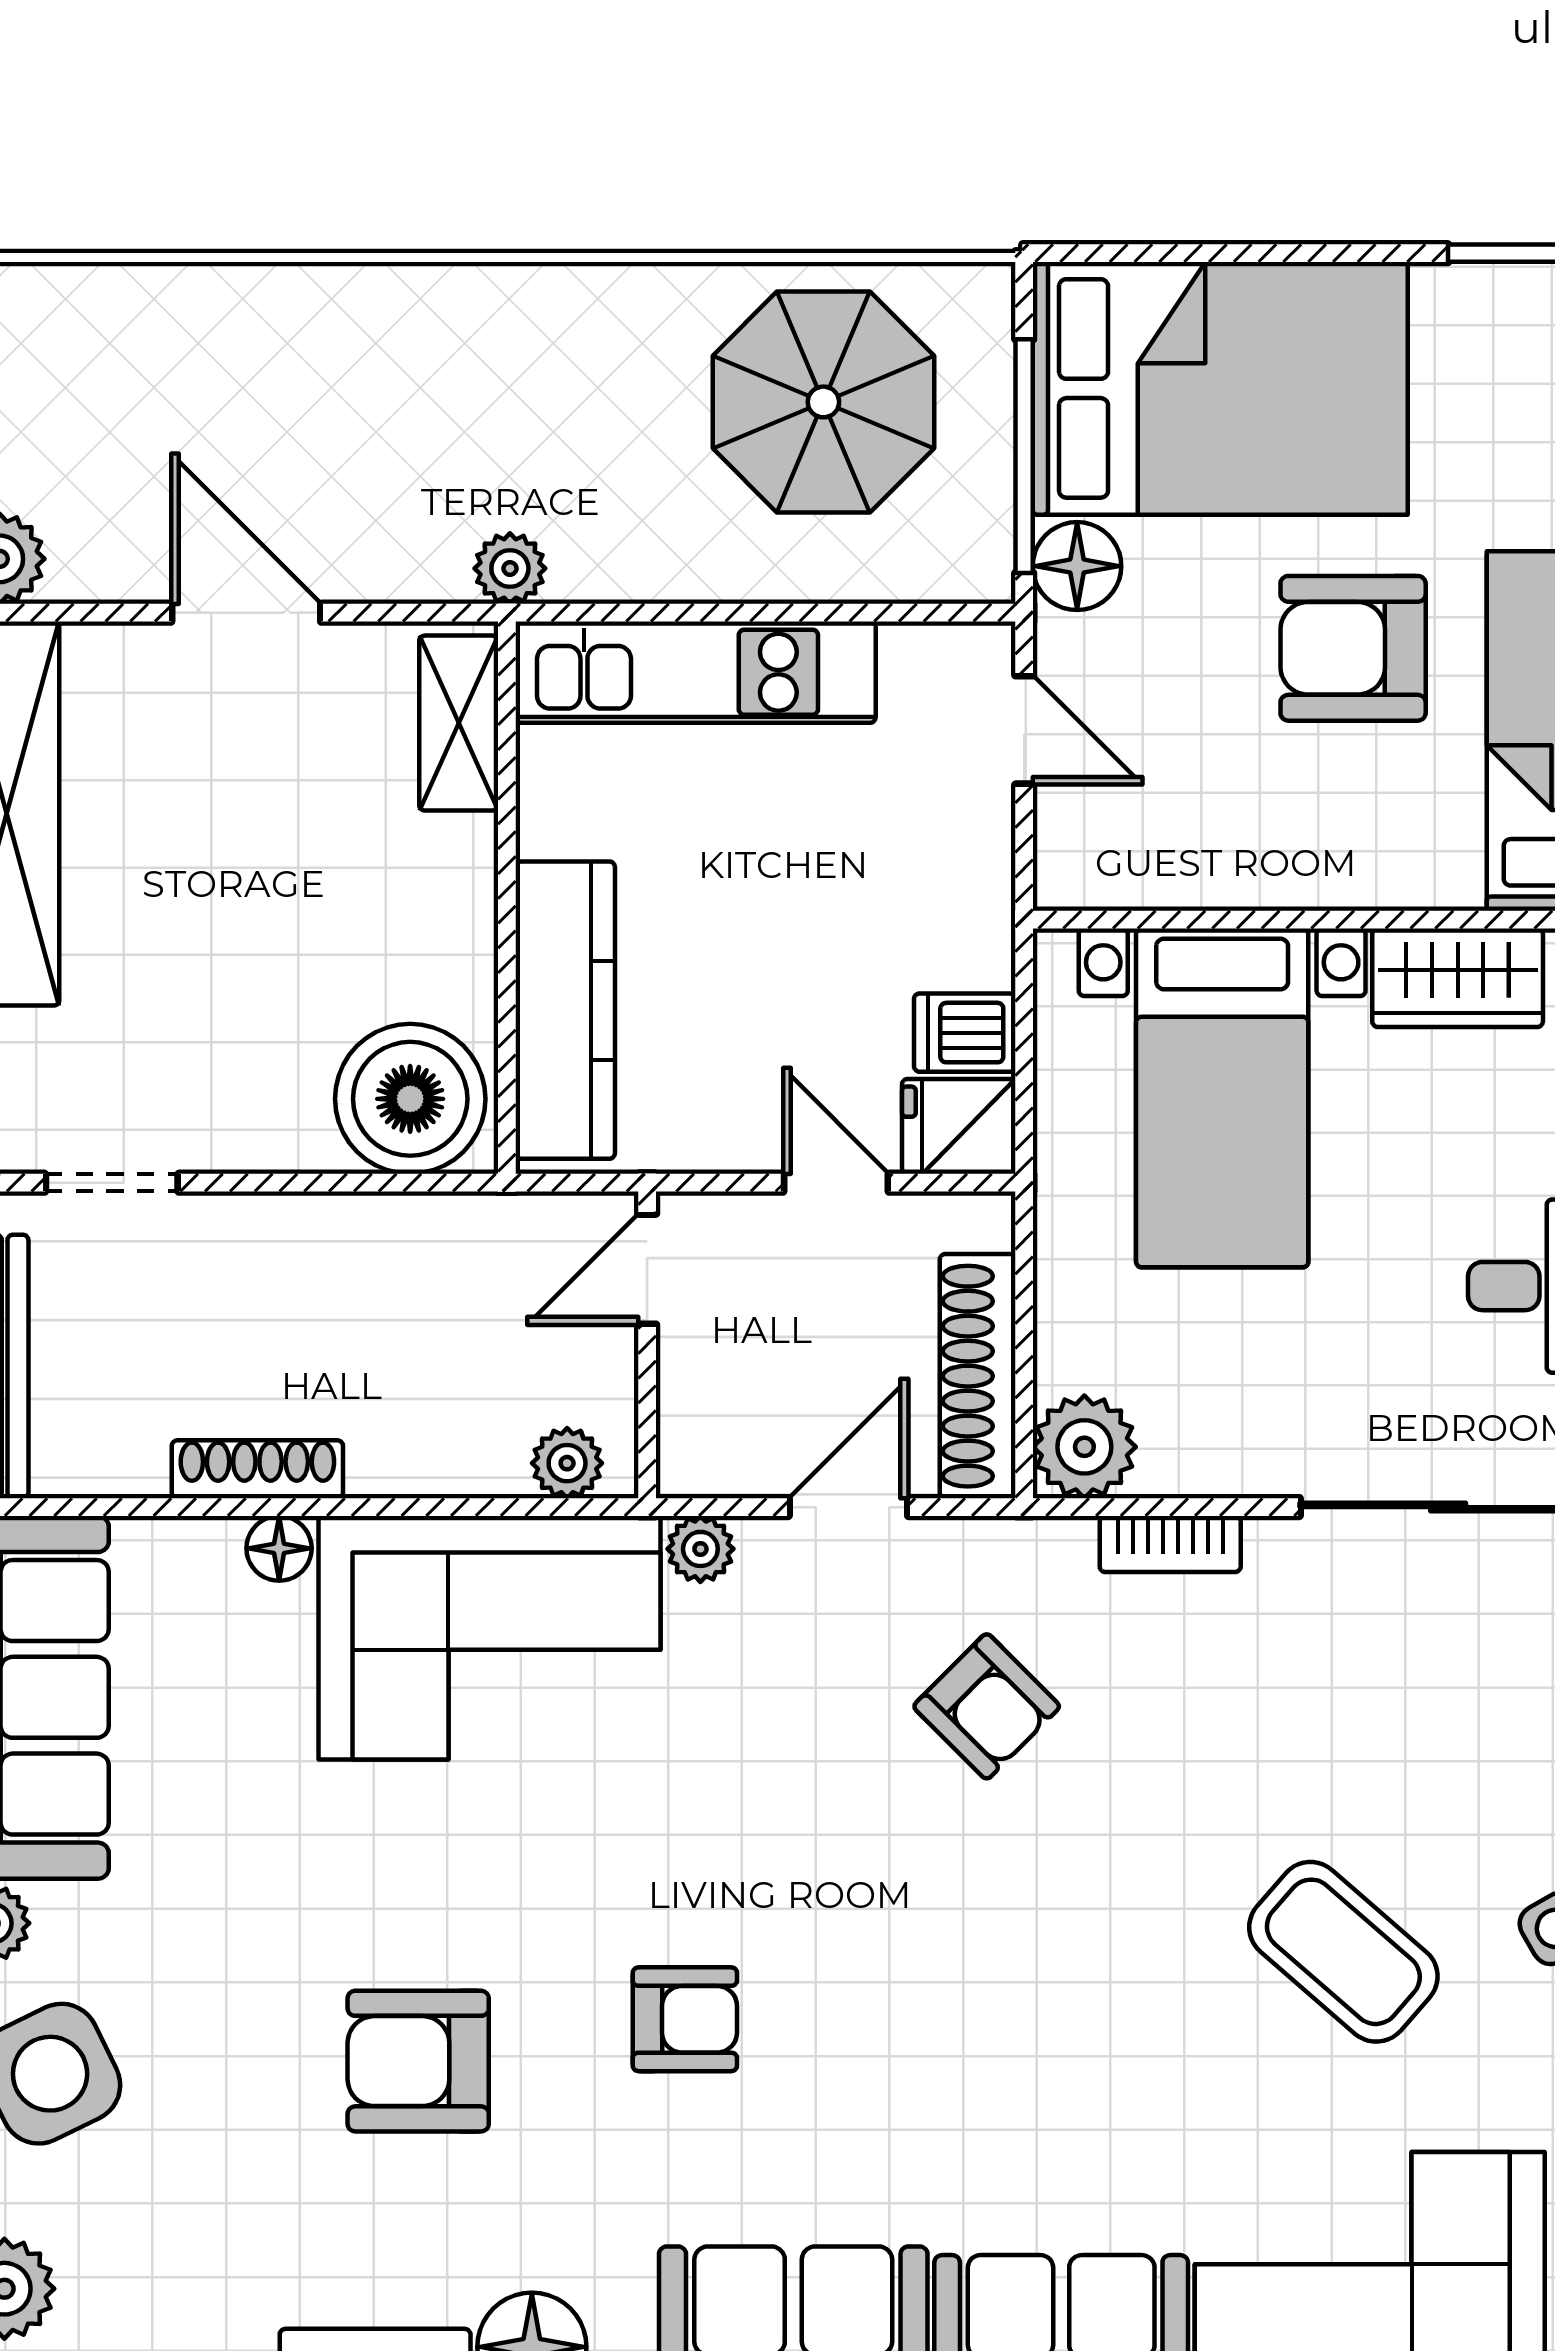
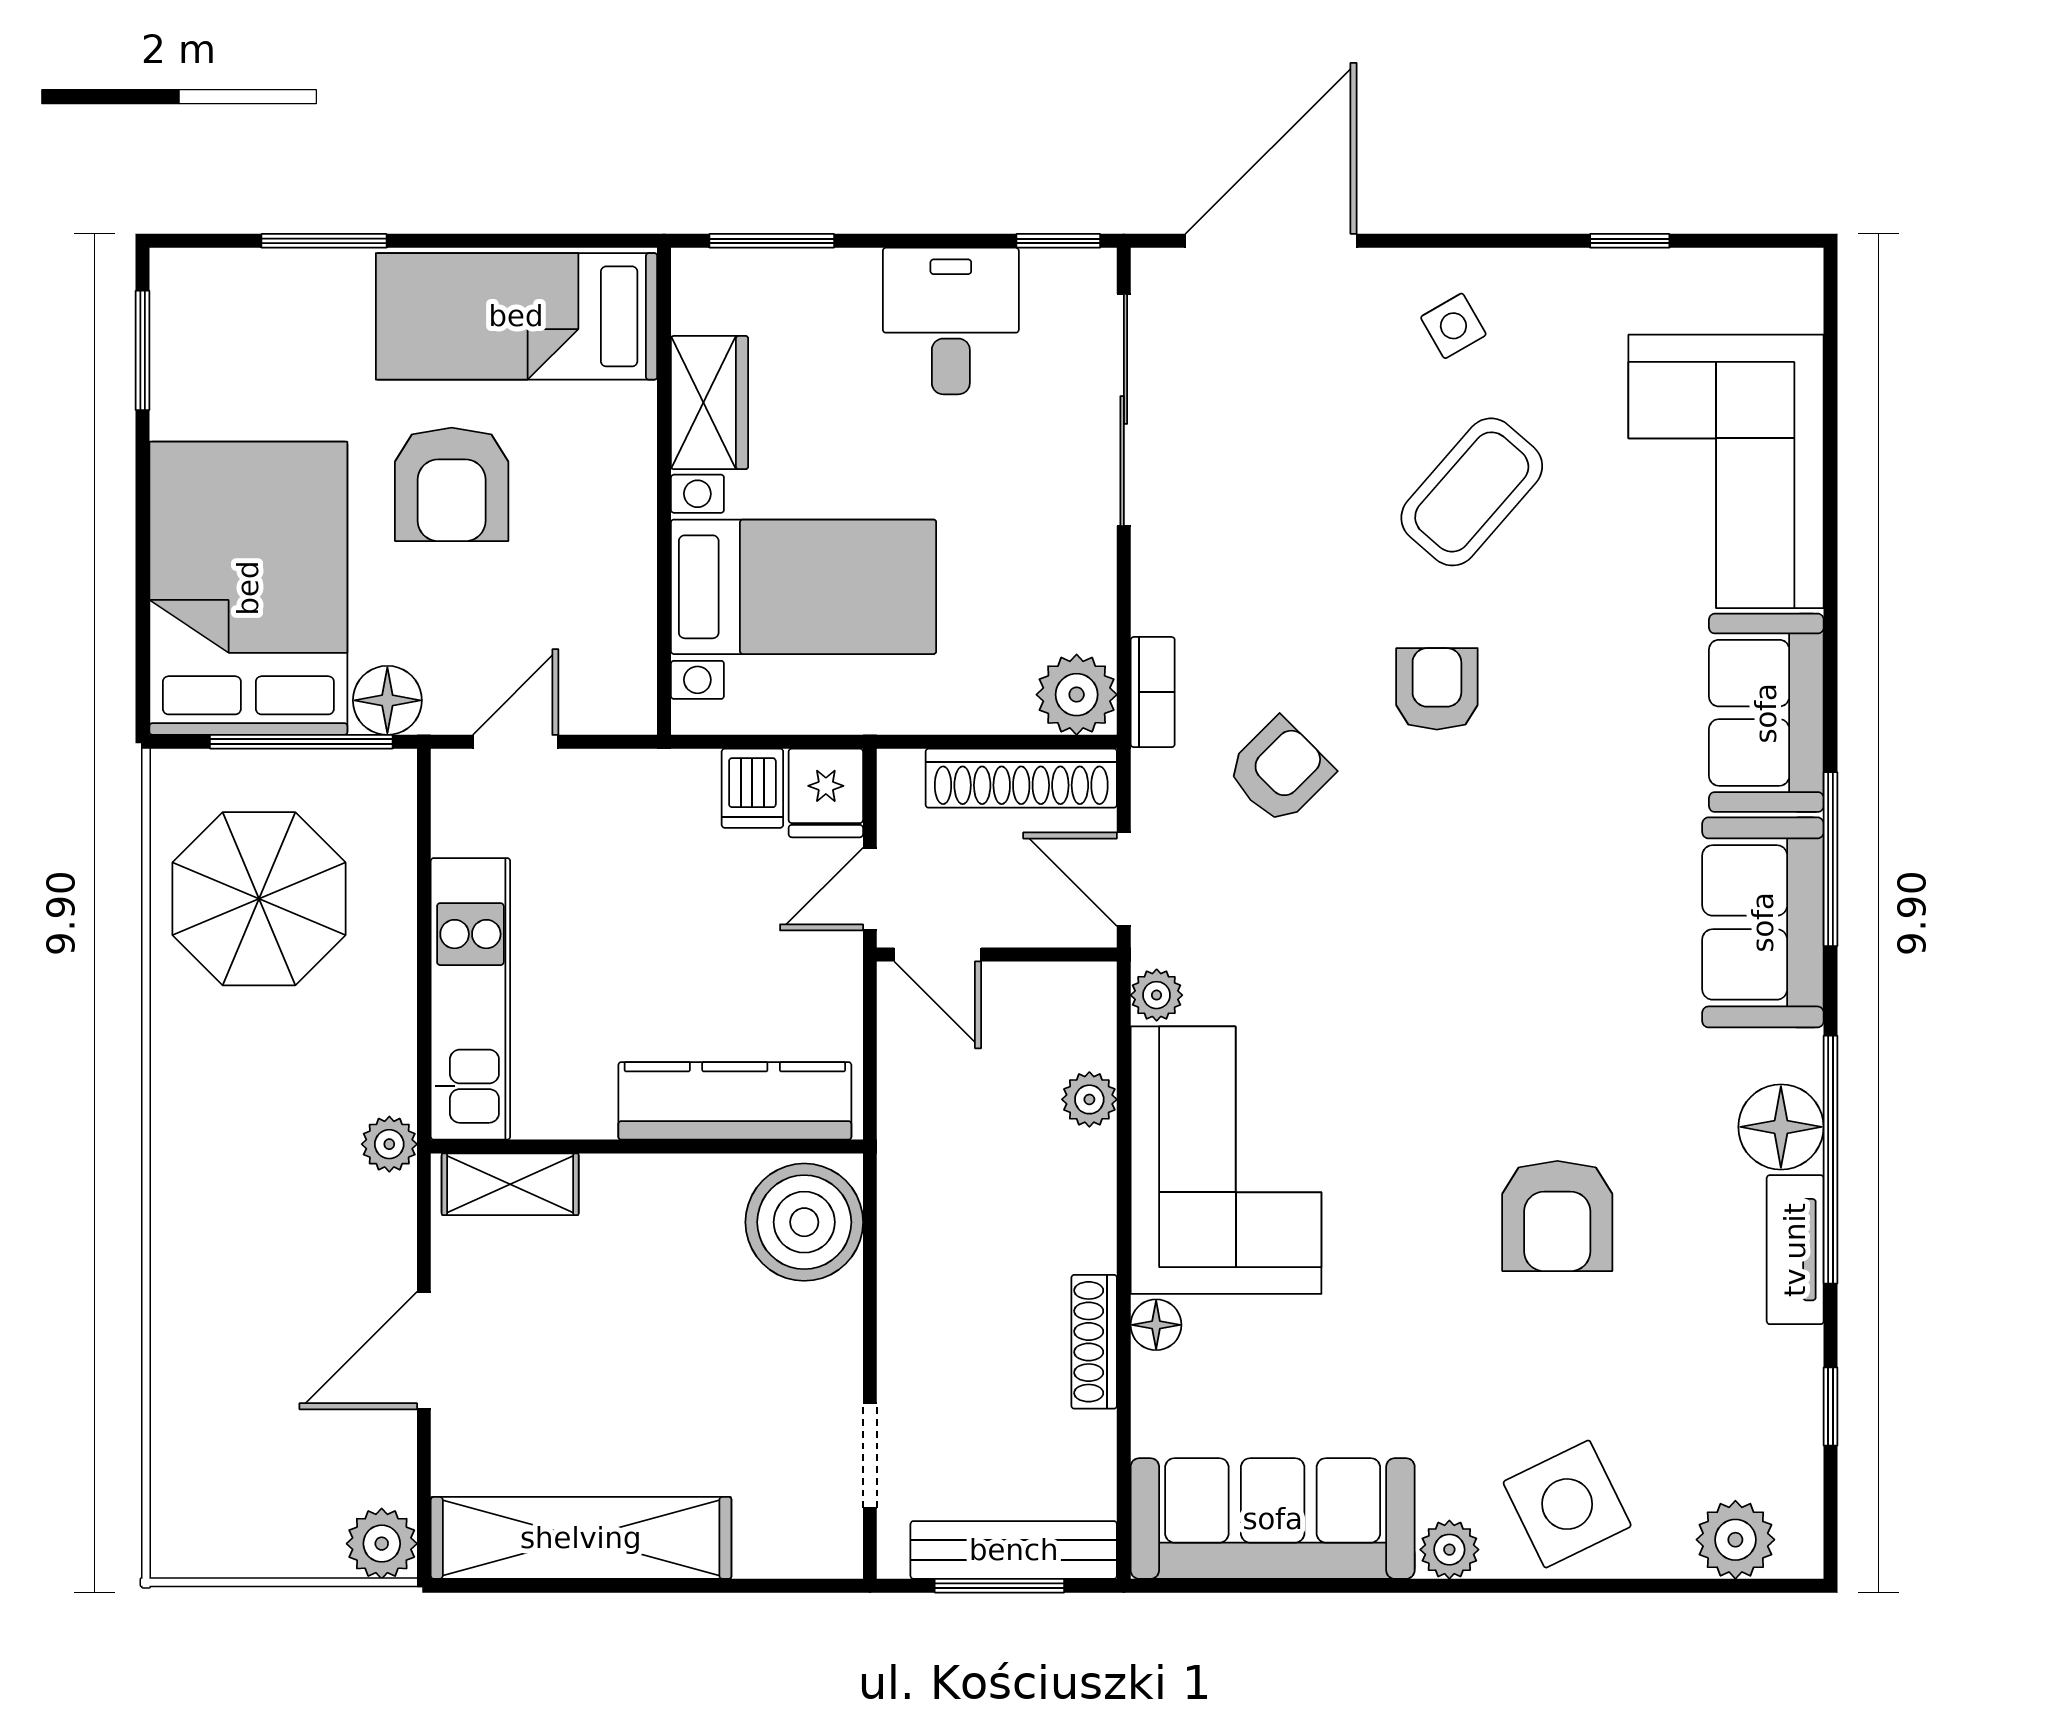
door: (647, 1269) -> (938, 954), moved
wall: (647, 1345) -> (997, 954), moved
bookcase: (1170, 1544) -> (1153, 692), moved
armchair: (685, 2019) -> (1437, 689), moved

